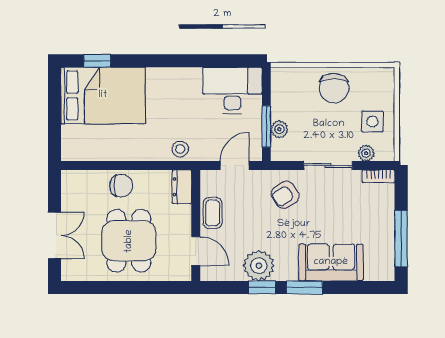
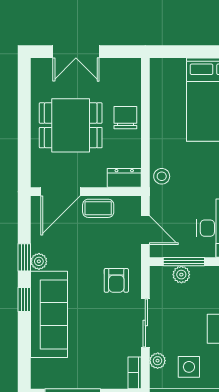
chair: (121, 186) -> (125, 118), turned 180
armchair: (285, 195) -> (116, 280), turned -146
door: (196, 251) -> (60, 192), width x1.38
sofa: (331, 262) -> (49, 314), width x1.36
plant: (259, 266) -> (39, 261), width x0.53, depth x0.53
window: (304, 287) -> (24, 299), width x0.67

